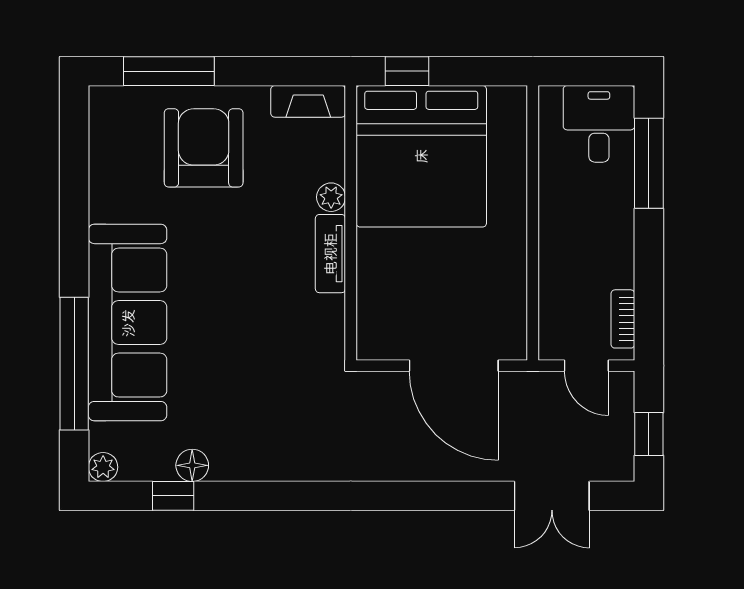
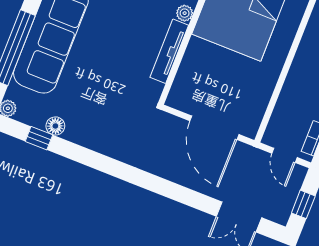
tv unit: (330, 254) -> (169, 51), width x1.41

